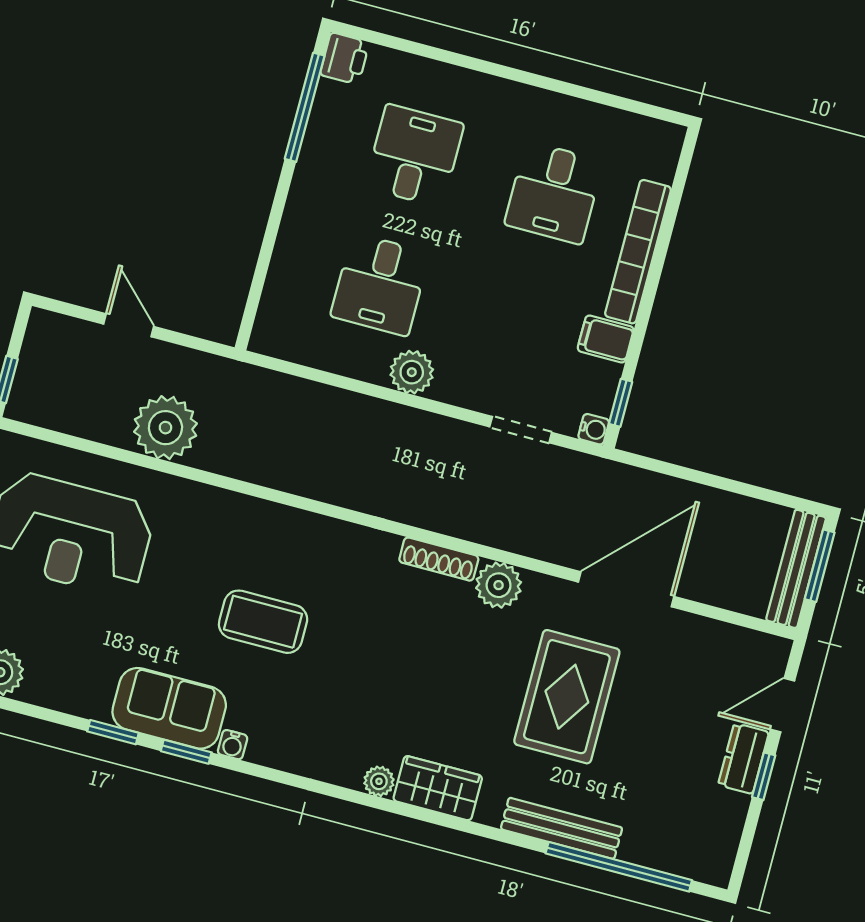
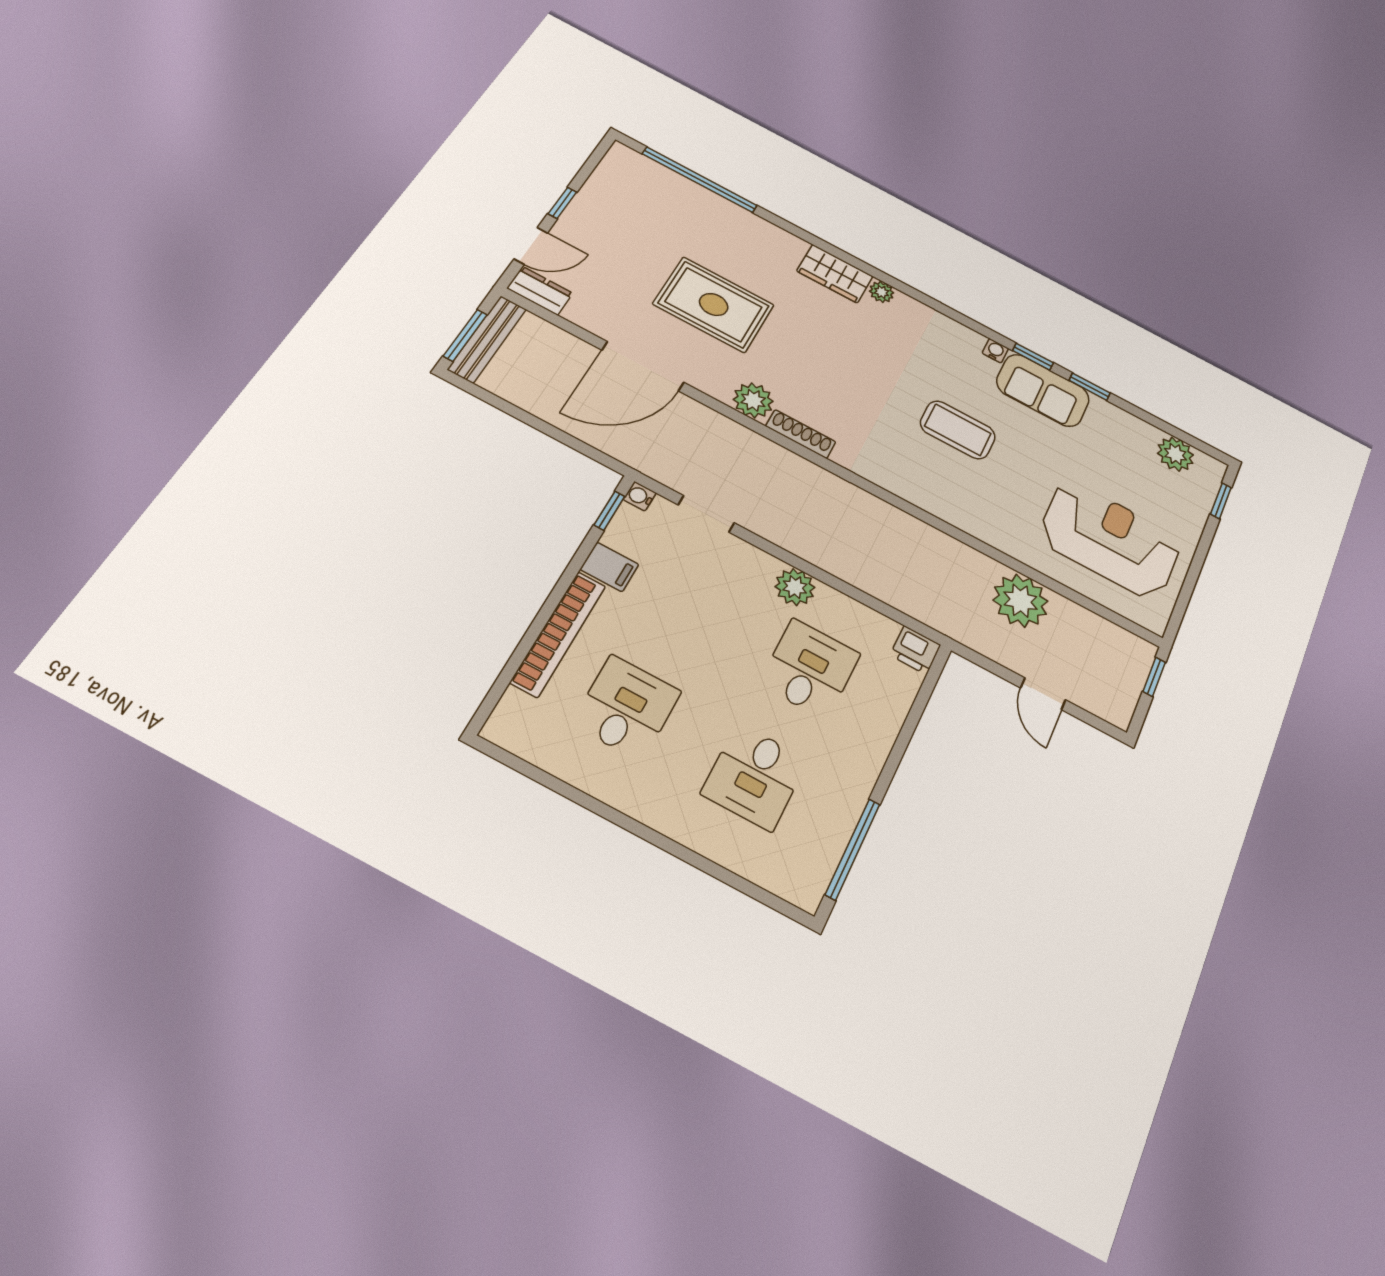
printer: (345, 58) -> (915, 650), moved, turned -90
rug: (567, 697) -> (714, 304), turned 90
dresser: (743, 759) -> (540, 291), moved, turned -90
bench: (562, 828) -> (740, 218), removed

